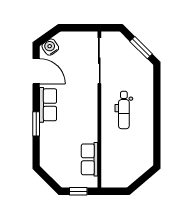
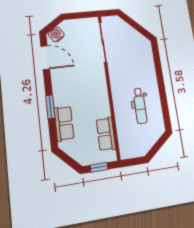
window: (141, 48) -> (138, 27), removed
row of seats: (48, 105) -> (64, 123), moved
dental chair: (124, 110) -> (140, 106), moved

